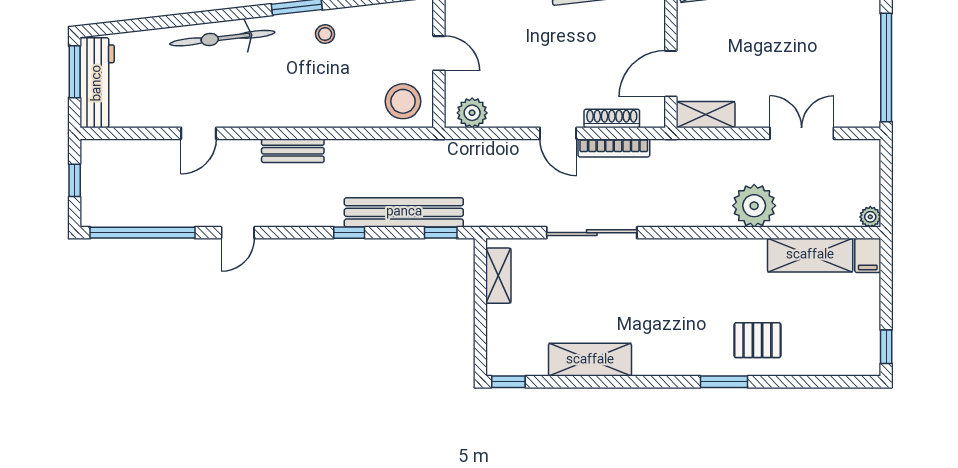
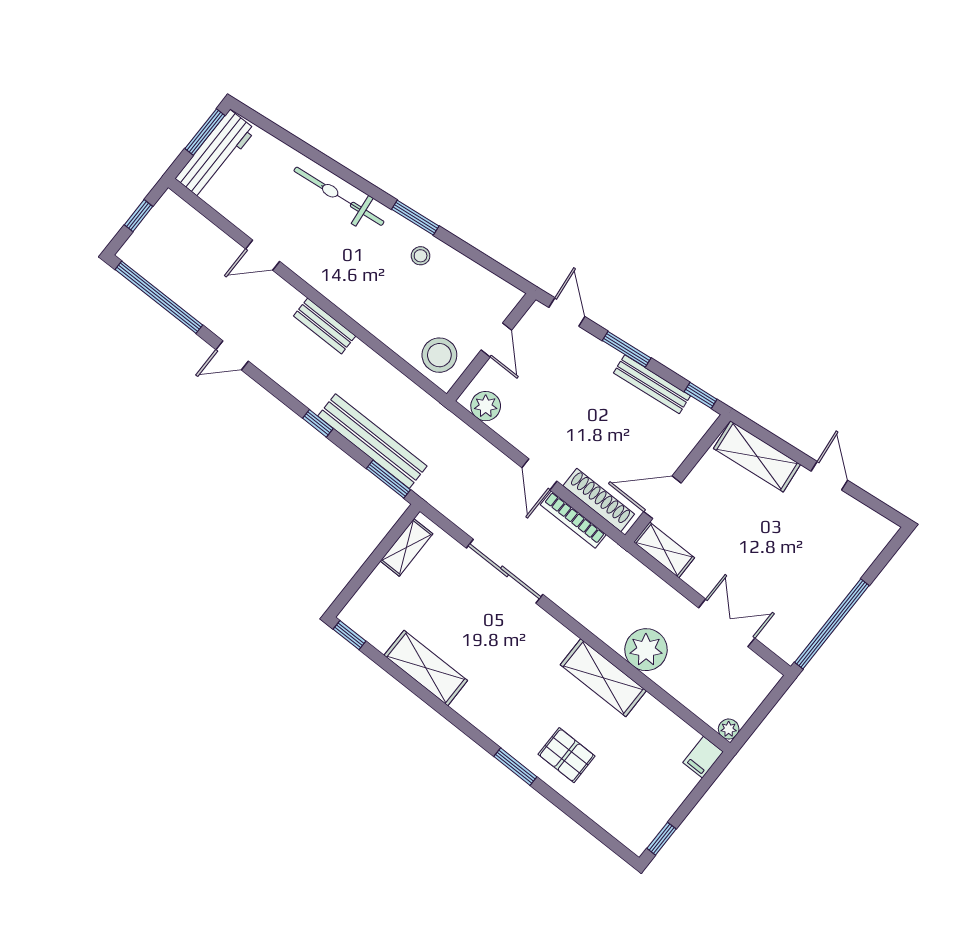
shoe rack: (612, 118) -> (599, 500), width x1.36, depth x1.24
window: (441, 233) -> (388, 479), width x1.50
shelving: (810, 255) -> (603, 678), moved

